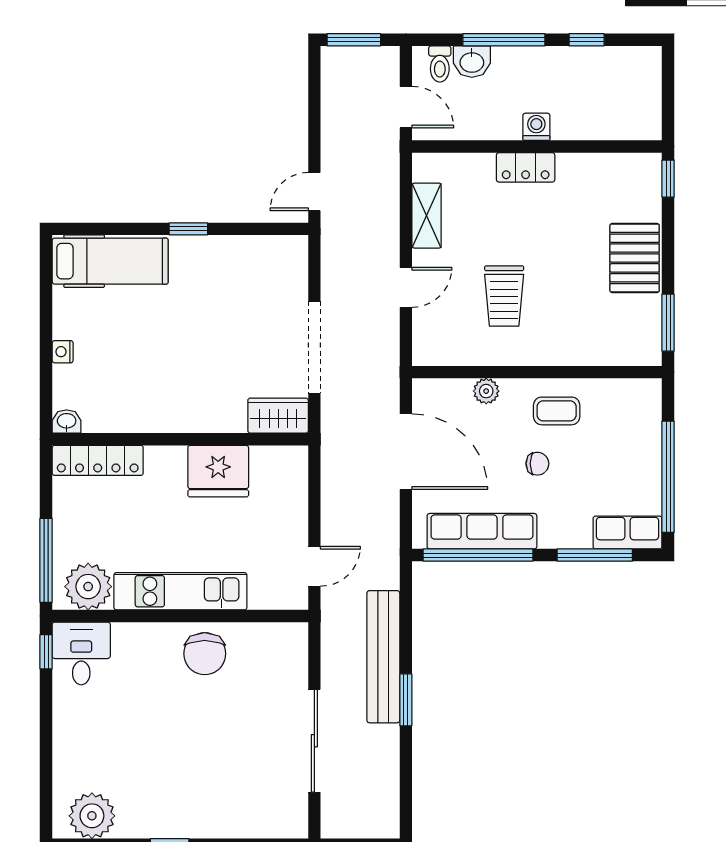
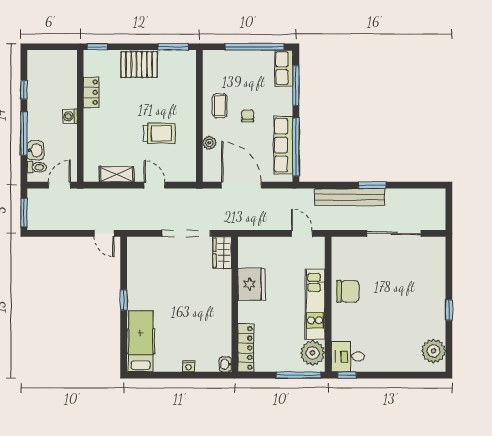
locker: (526, 167) -> (91, 92), moved
door: (406, 452) -> (241, 185), hinge flipped

